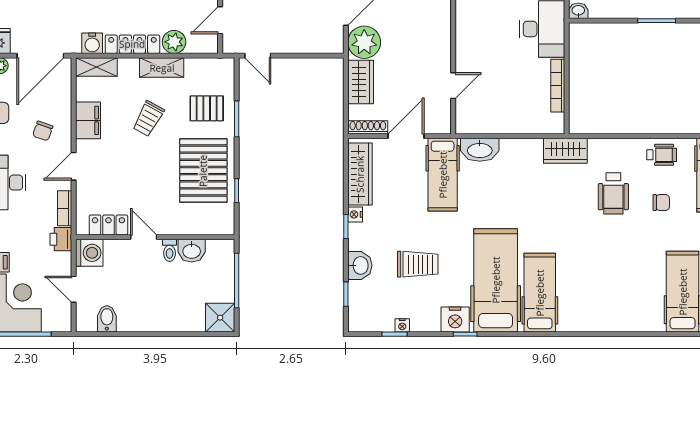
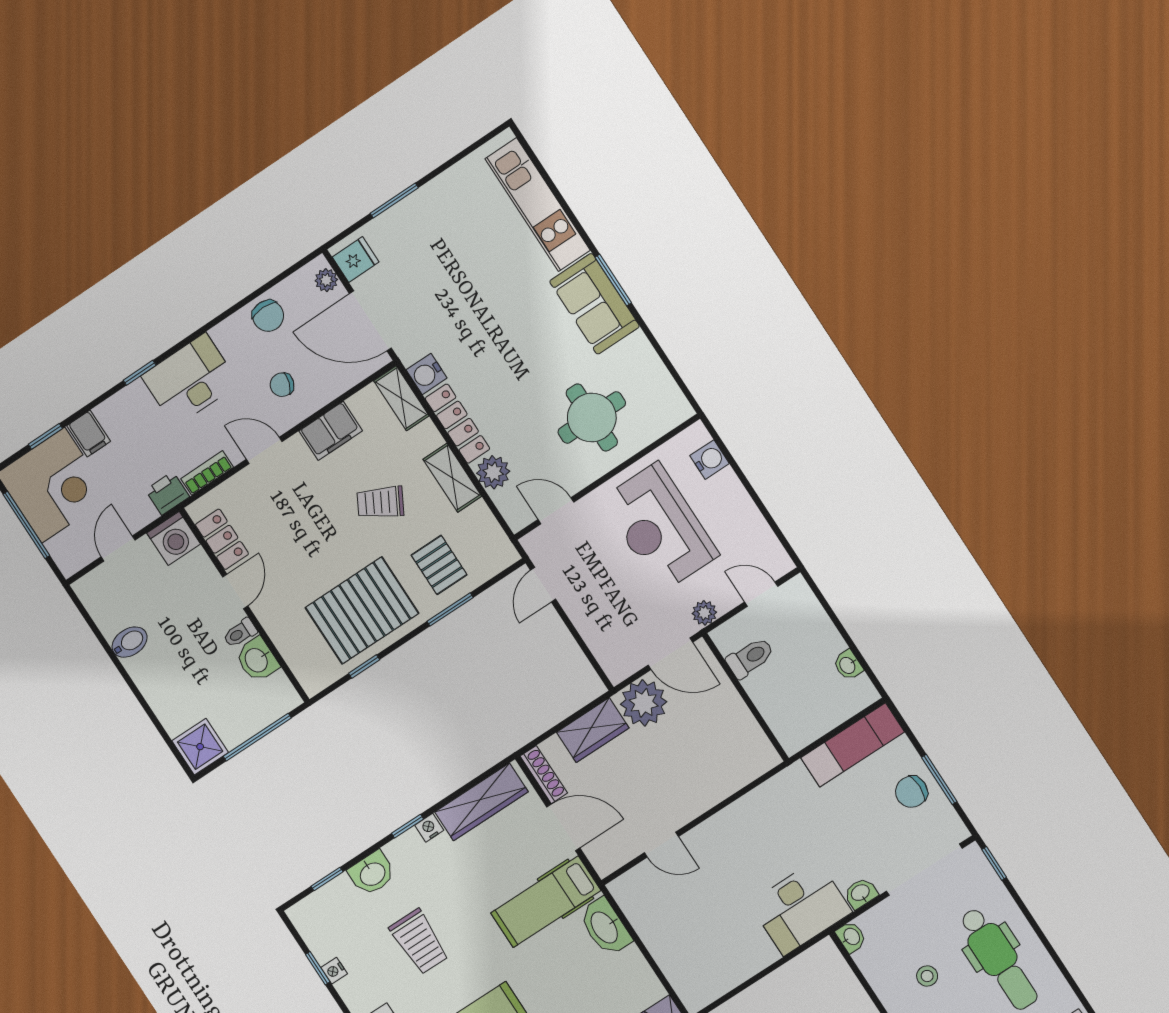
bookcase: (558, 86) -> (744, 971), removed
bidet: (107, 319) -> (130, 642), moved

